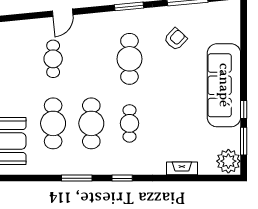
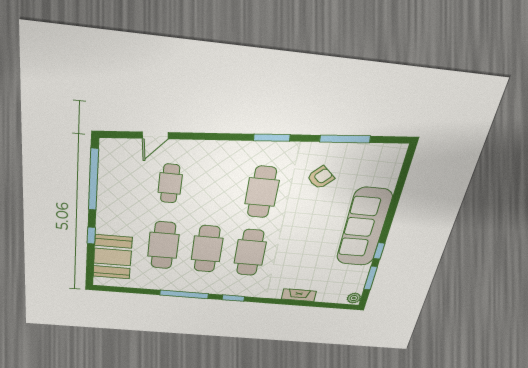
door: (63, 13) -> (155, 135), moved
cafe table: (129, 123) -> (250, 253), width x1.37, depth x1.35
plant: (228, 161) -> (354, 298), width x0.53, depth x0.53
window: (77, 178) -> (184, 294), width x1.44

